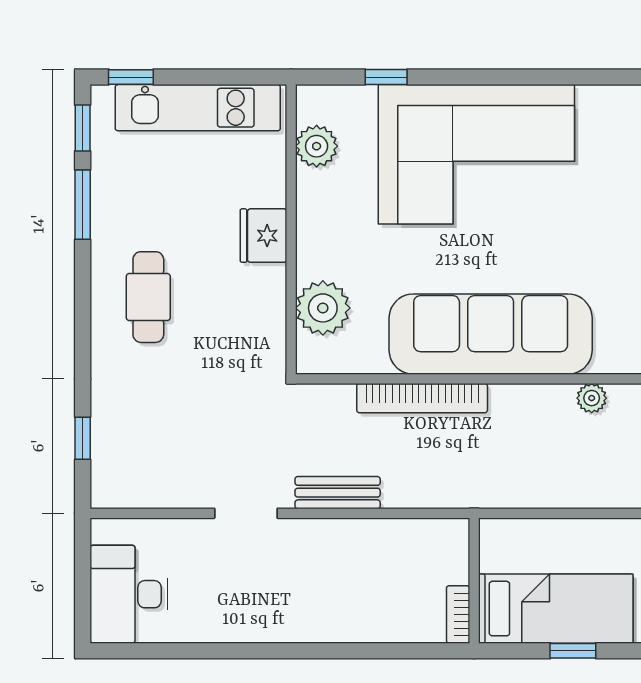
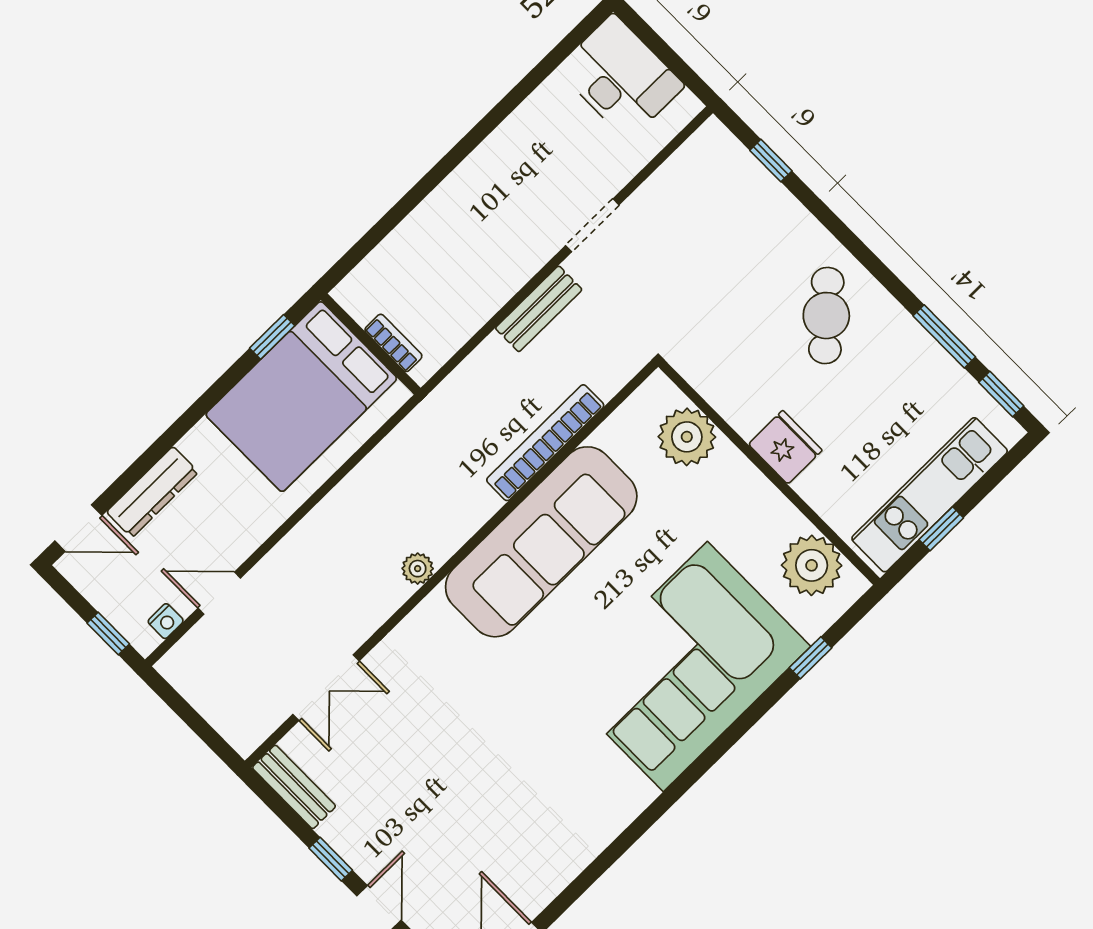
window: (131, 77) -> (941, 529), moved
plant: (317, 146) -> (812, 565), width x1.36, depth x1.36
cafe table: (148, 297) -> (826, 316), turned 47
bed: (556, 609) -> (301, 397), width x1.50
bookcase: (458, 614) -> (393, 343), moved
window: (573, 651) -> (272, 337), moved

